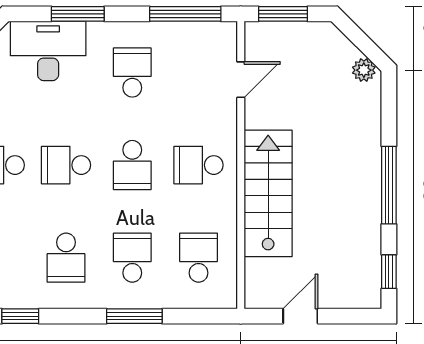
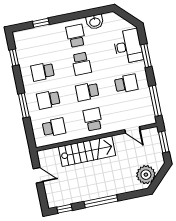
plant: (364, 70) -> (146, 175), width x1.88, depth x1.88
school desk: (66, 165) -> (81, 64), turned 180
school desk: (132, 258) -> (48, 100), turned 180

